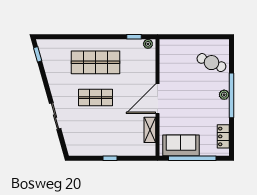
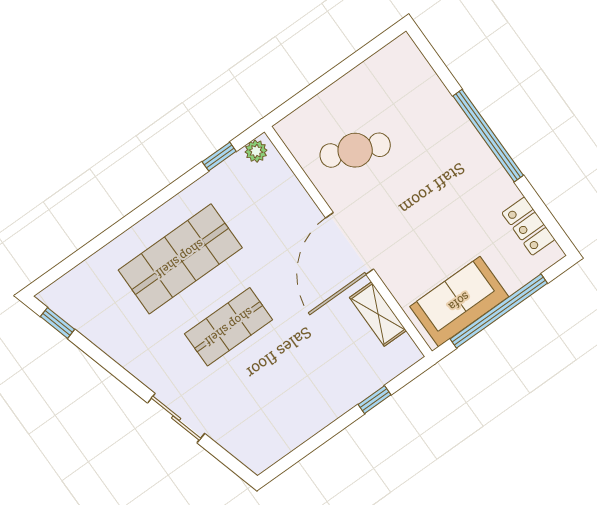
cafe table: (211, 63) -> (355, 150), moved
plant: (224, 95) -> (473, 144), removed
window: (110, 158) -> (374, 400), moved

